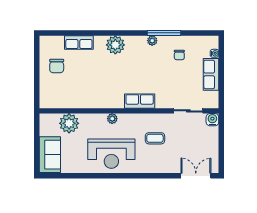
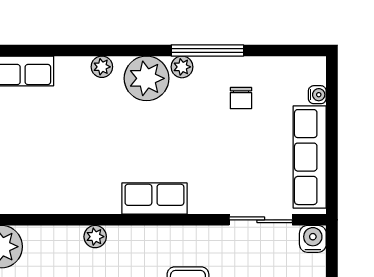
plant: (115, 45) -> (102, 67), width x0.53, depth x0.53
plant: (136, 46) -> (147, 78), added
row of seats: (211, 74) -> (310, 157), width x1.48

